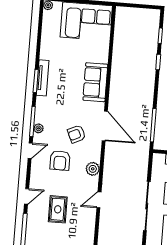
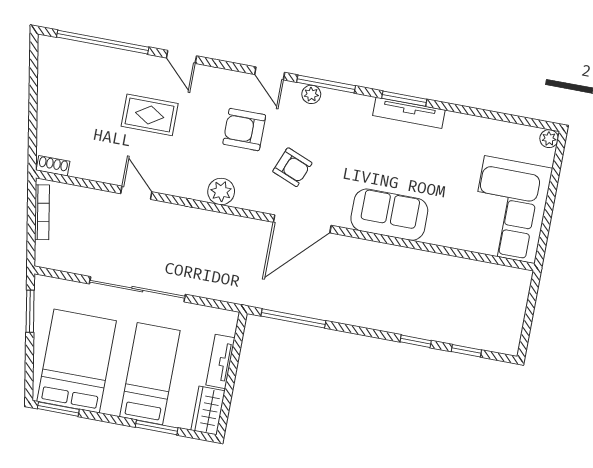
armchair: (77, 134) -> (292, 167), turned 137
door: (99, 200) -> (136, 193), moved

